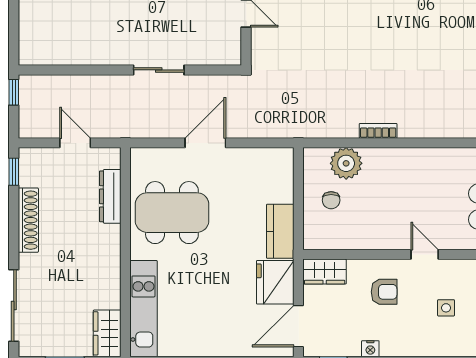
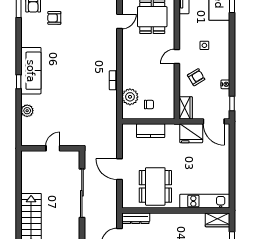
sliding door: (159, 70) -> (82, 193), width x1.86
dresser: (110, 196) -> (136, 218), moved
kitchen counter: (280, 231) -> (151, 131), moved
armchair: (384, 292) -> (196, 77), turned 59

